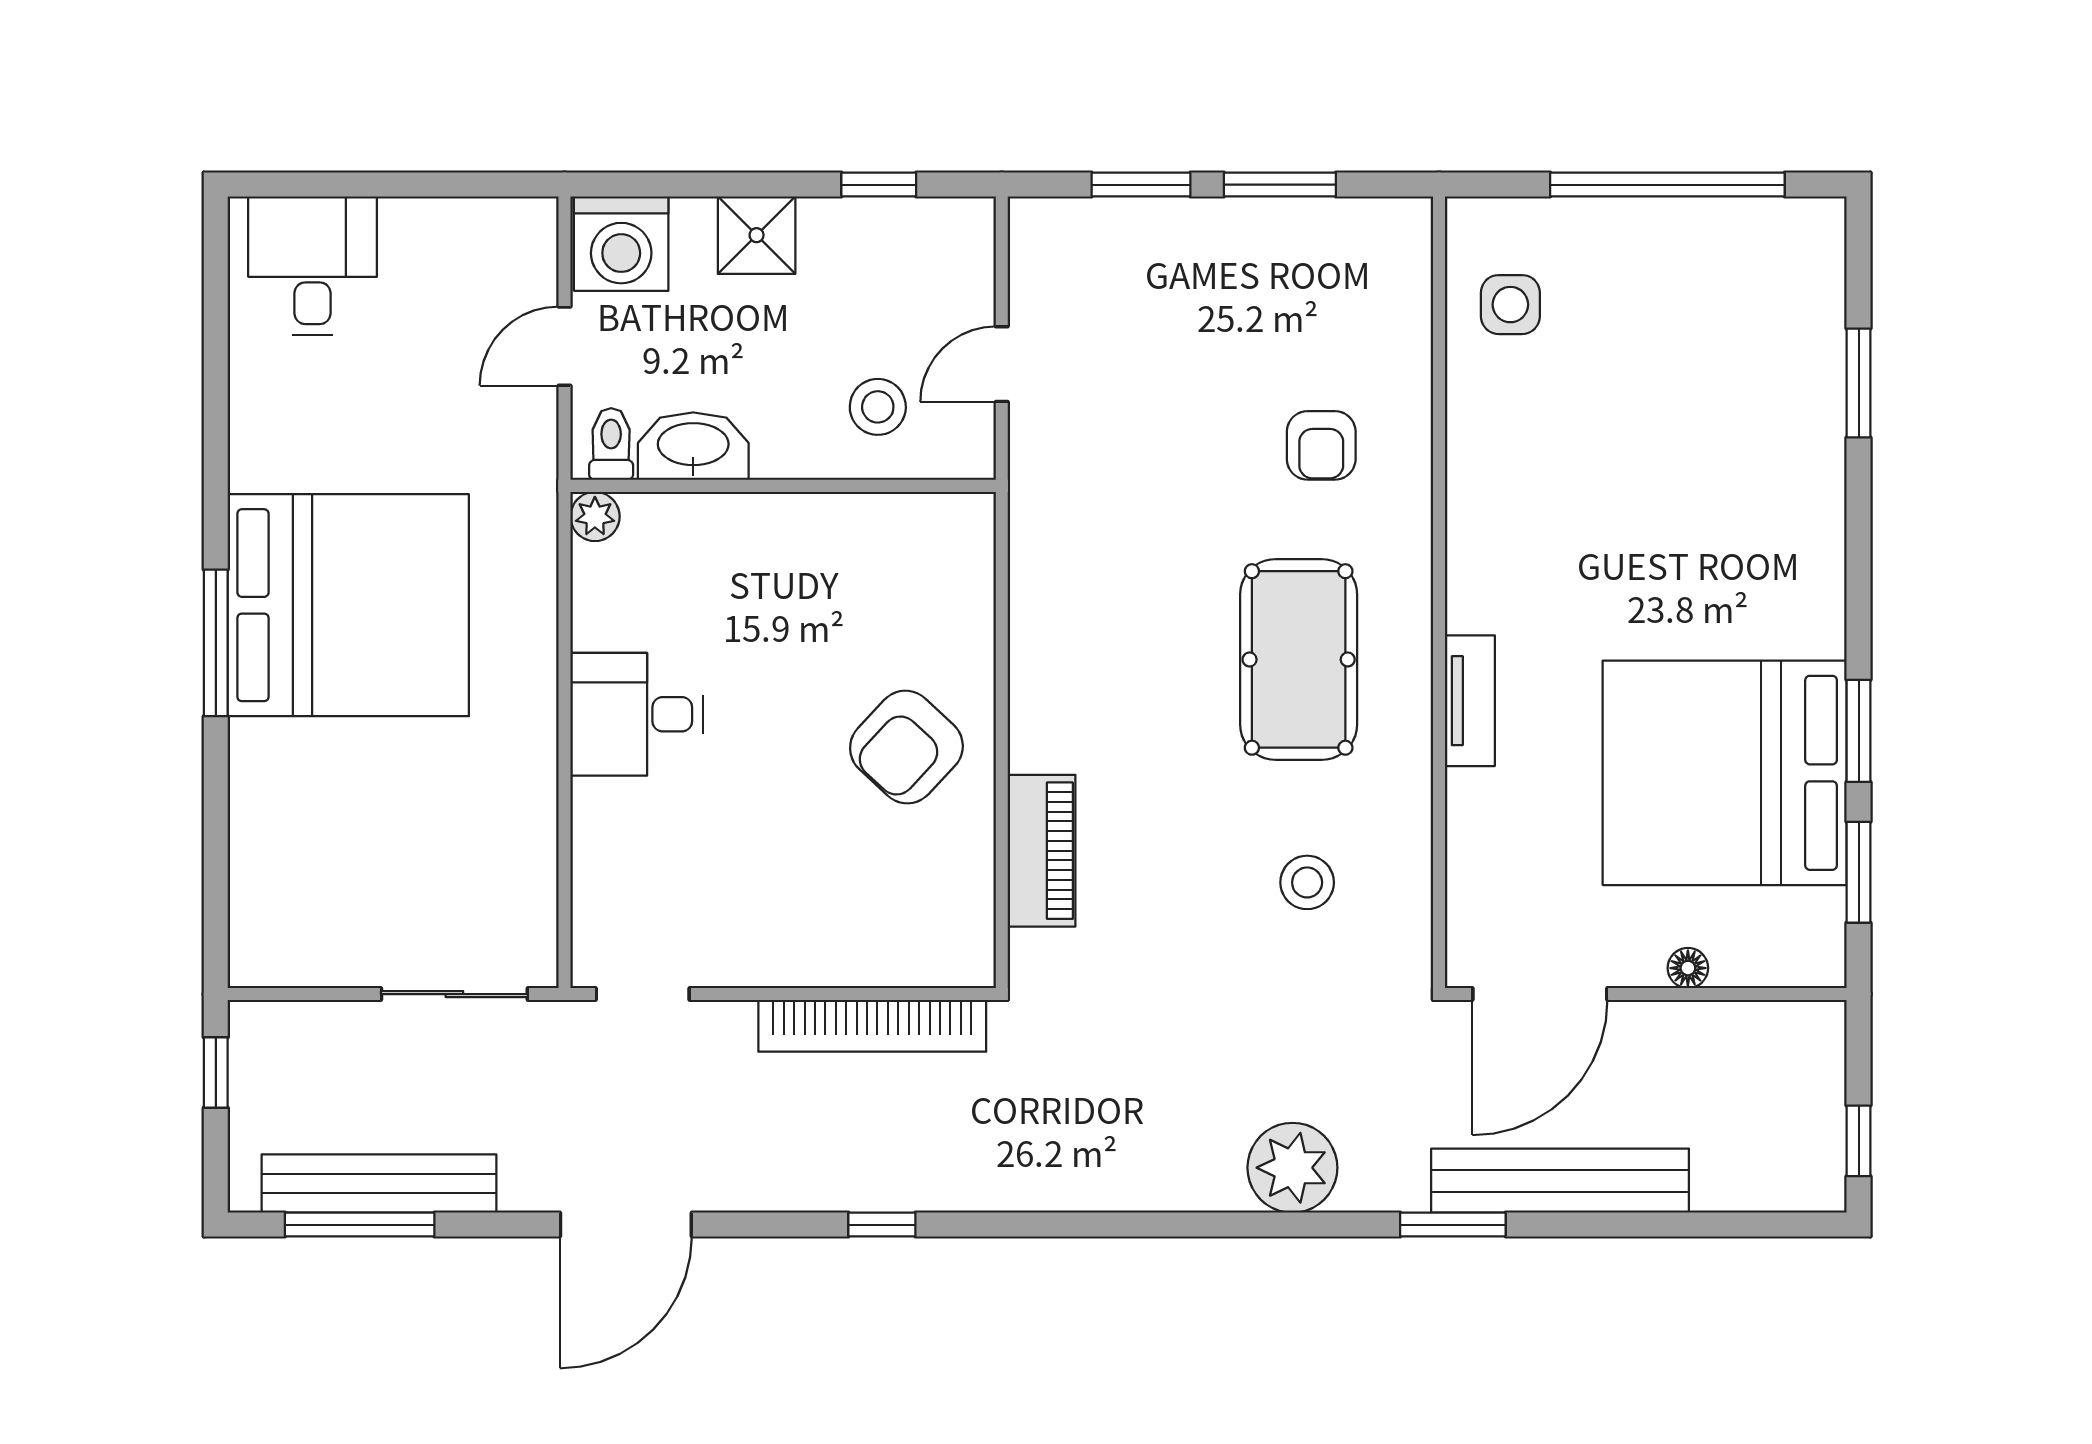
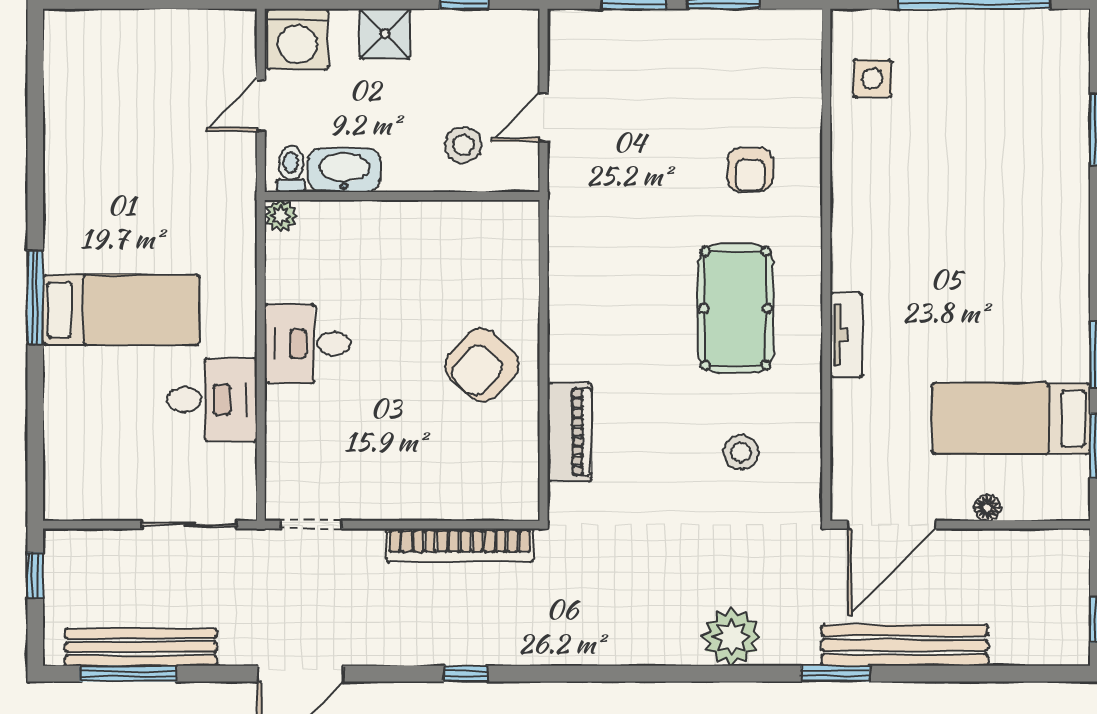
desk: (313, 266) -> (212, 400), moved, turned 90
bed: (348, 605) -> (121, 310), width x0.49
bed: (1725, 773) -> (1011, 419), width x0.49

